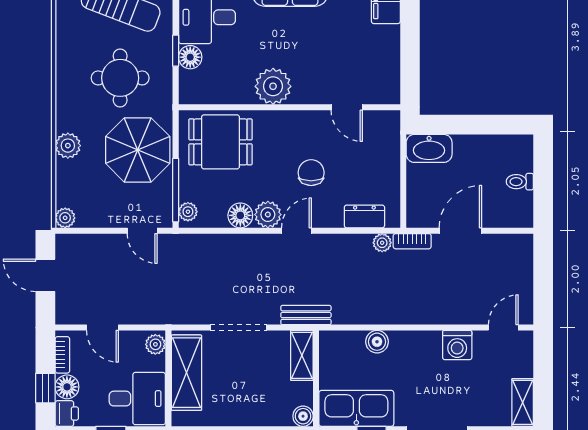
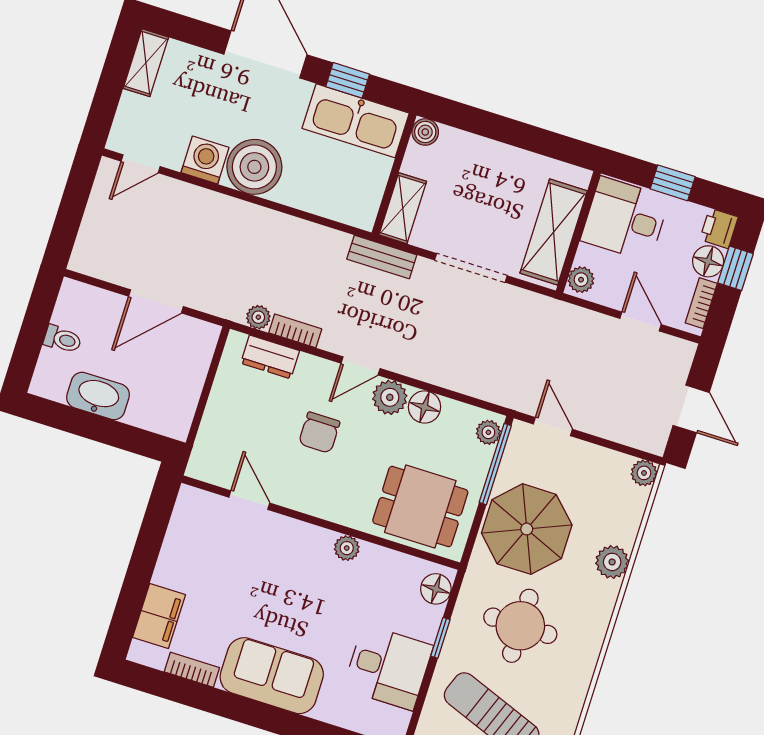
floor lamp: (190, 57) -> (436, 589), moved
plant: (273, 86) -> (347, 548), width x0.53, depth x0.53
washbasin: (429, 148) -> (98, 396), moved
bookcase: (412, 241) -> (295, 331), moved
boiler: (377, 342) -> (254, 167), moved, width x1.86, depth x1.86

